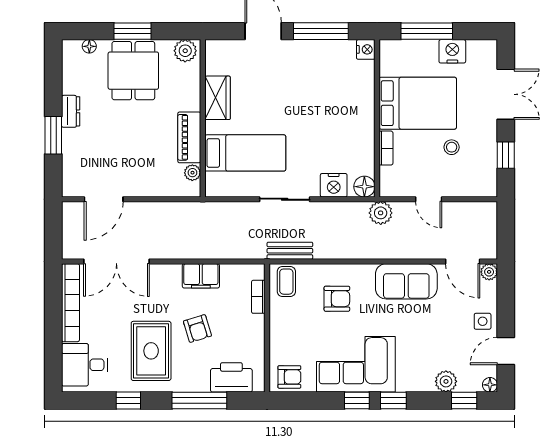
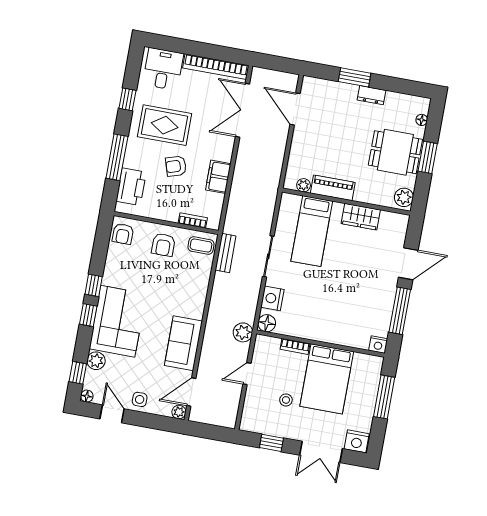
nightstand: (452, 51) -> (357, 441), moved, turned 90
armchair: (337, 299) -> (163, 245), moved
corner sofa: (356, 364) -> (118, 321), moved

